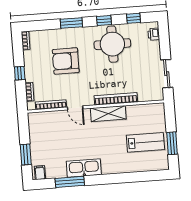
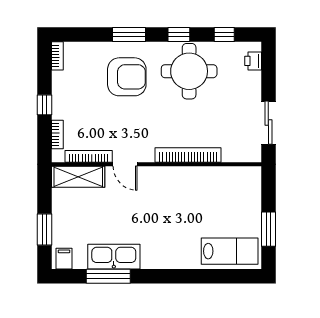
armchair: (66, 61) -> (127, 77), moved, turned 180
shelving: (108, 114) -> (78, 177), moved
lab bench: (145, 142) -> (230, 251), moved
kitchen sink: (84, 168) -> (114, 257), moved

